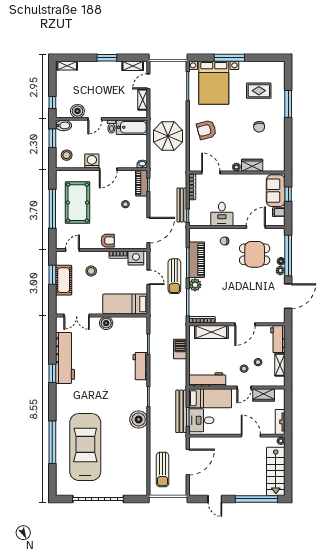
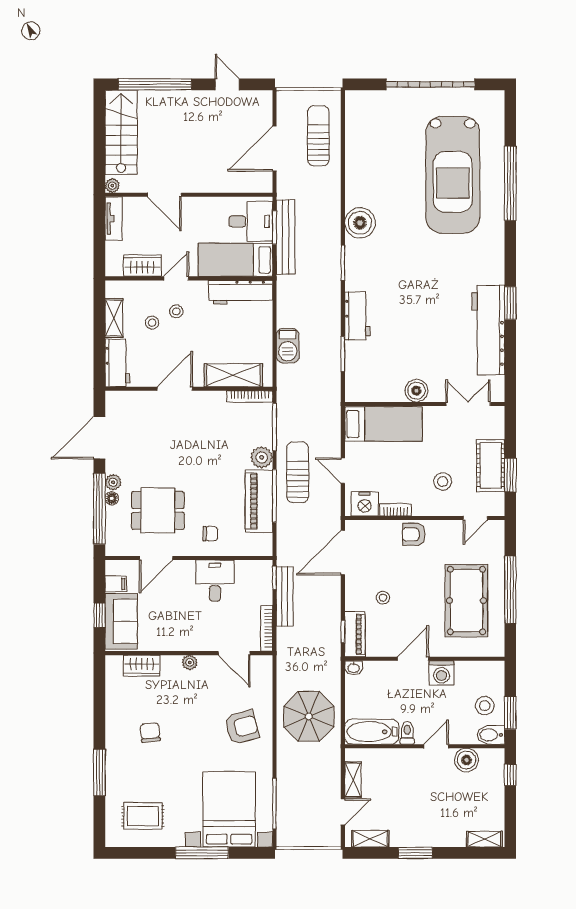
rug: (259, 91) -> (143, 816), moved
stool: (67, 155) -> (485, 706), moved
wardrobe: (252, 165) -> (142, 666), moved

